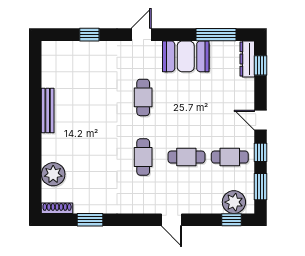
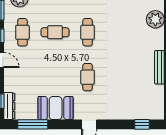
window: (89, 35) -> (142, 124), moved
cafe table: (230, 157) -> (22, 32), turned 90

